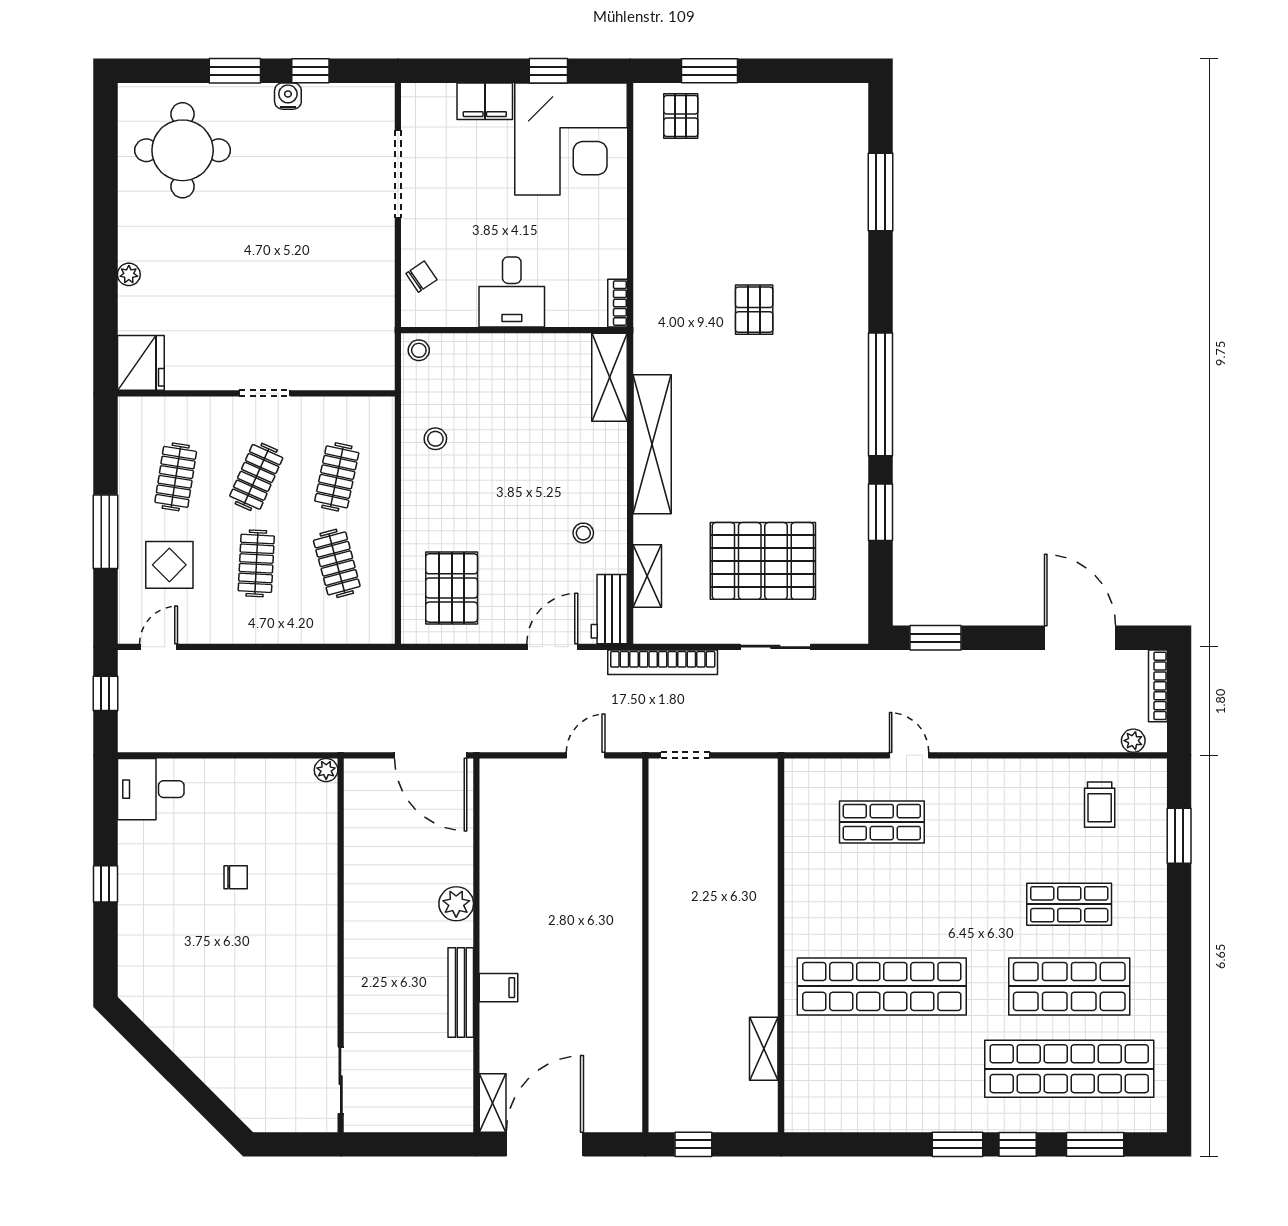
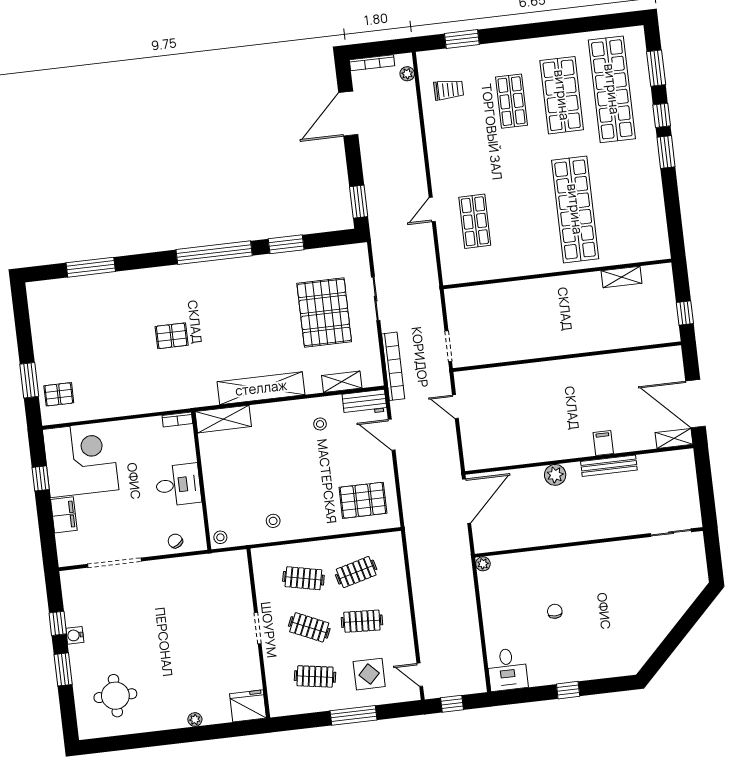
round table: (183, 150) -> (115, 696), width x0.73, depth x0.73

